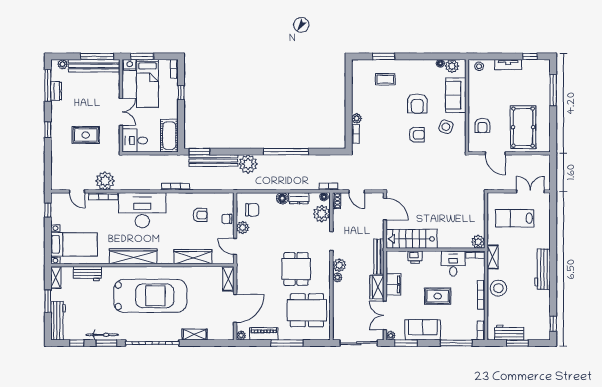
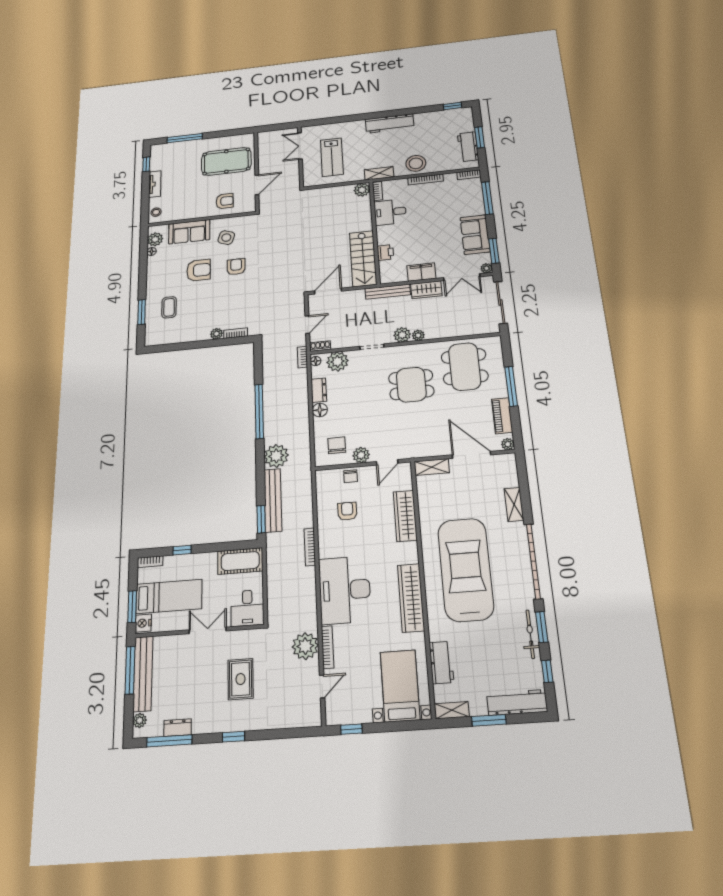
rug: (438, 296) -> (432, 224), removed

